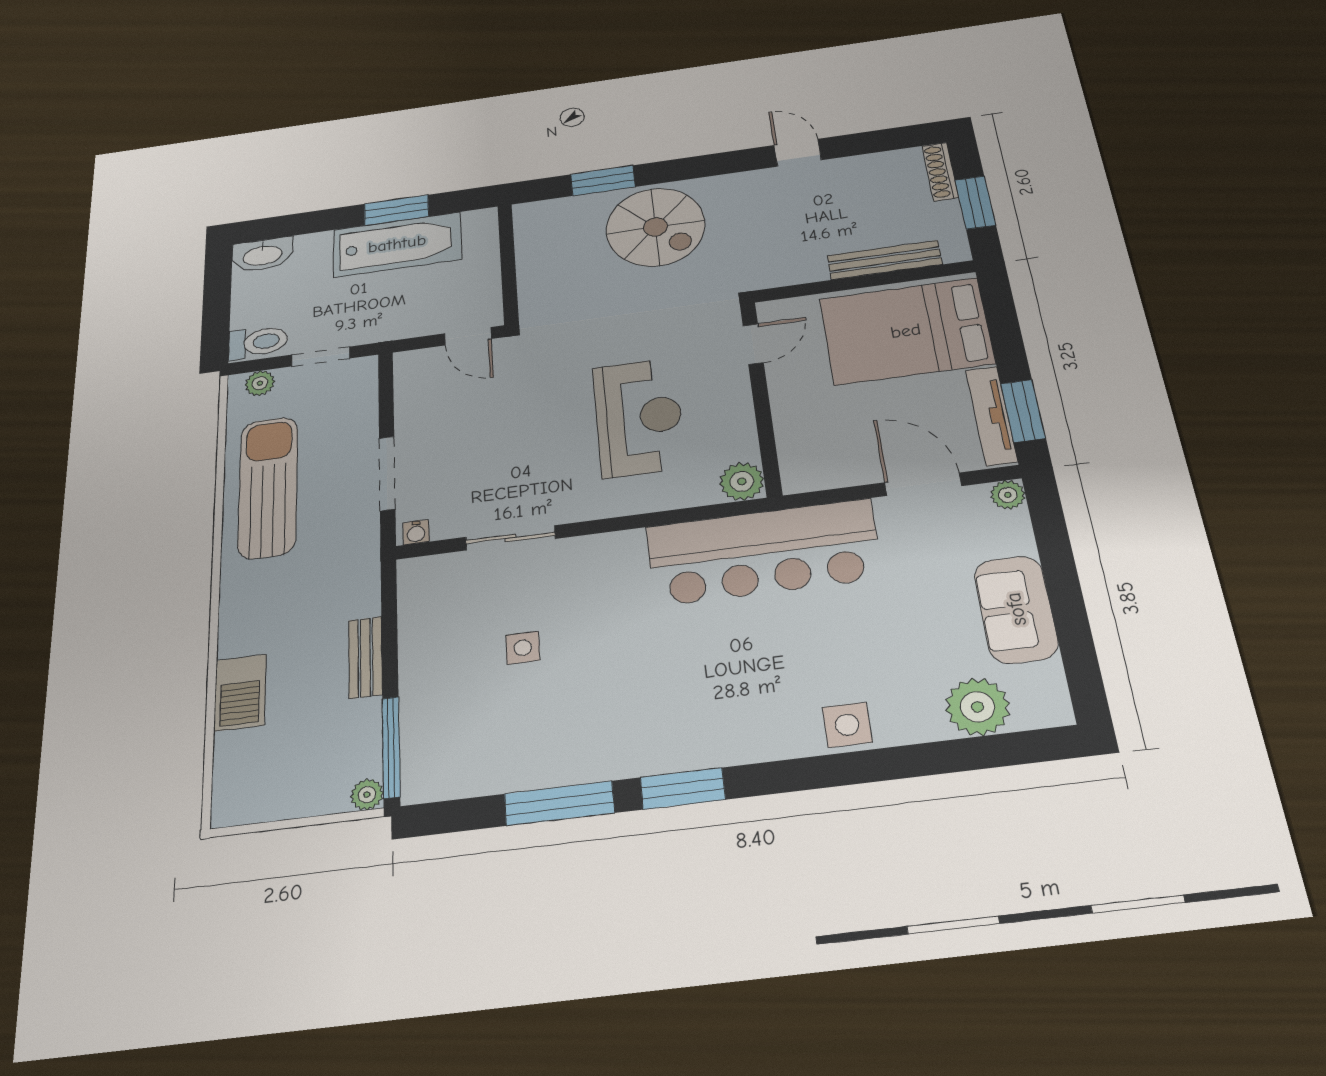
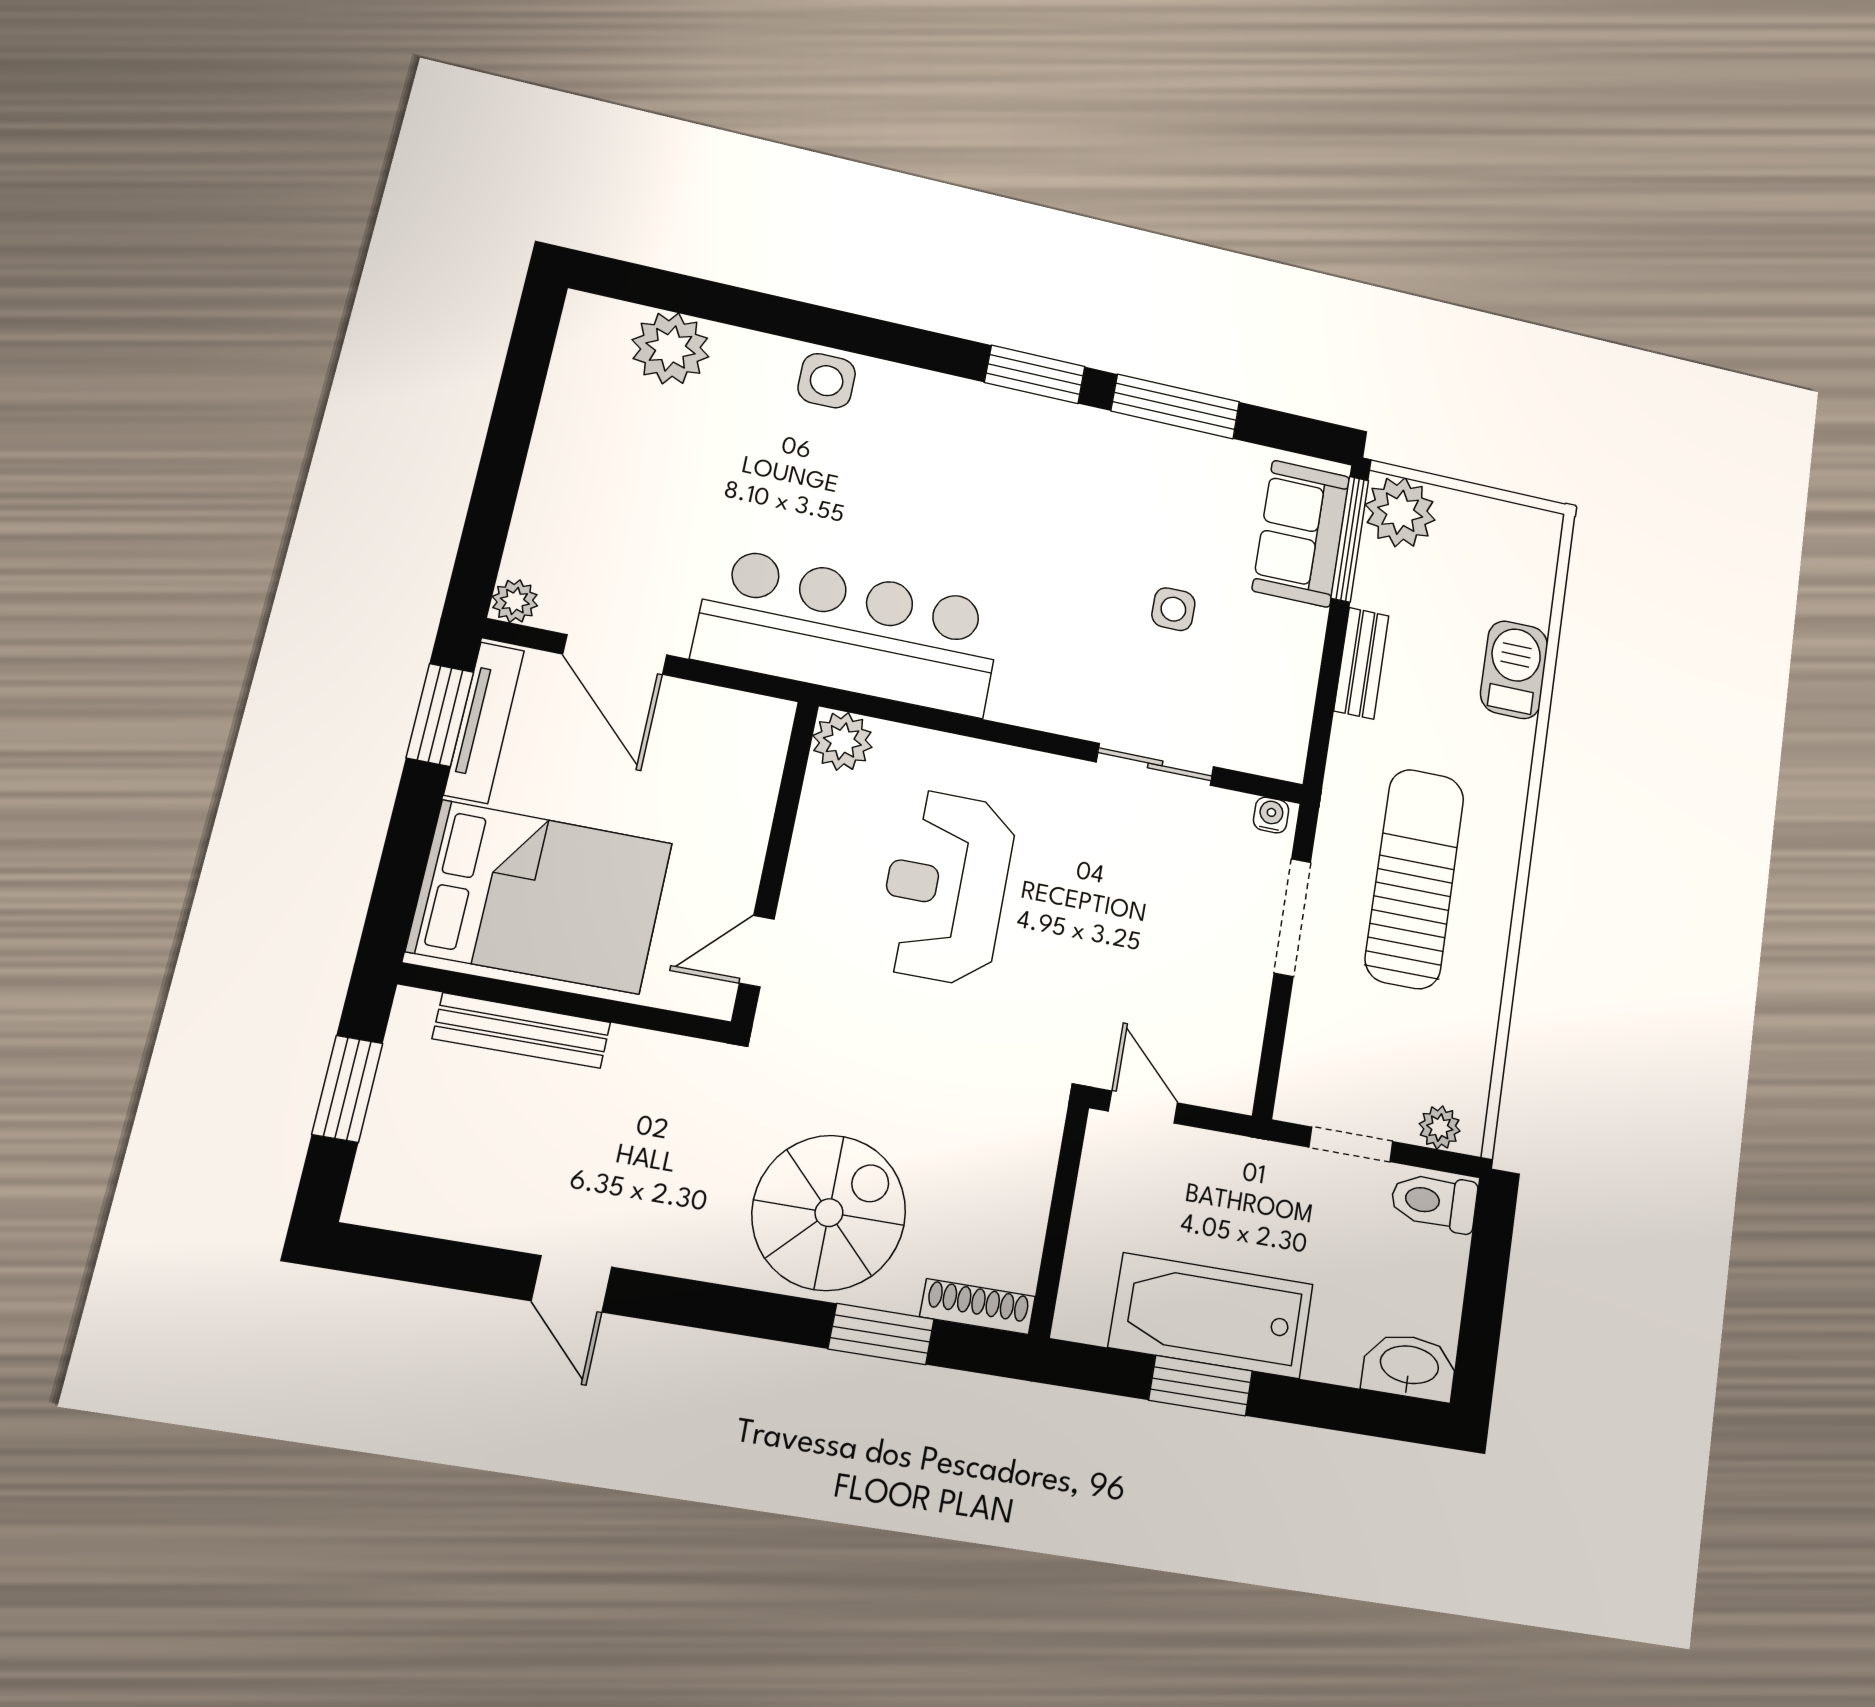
shoe rack: (940, 172) -> (978, 1307), moved, turned -90
spiral stairs: (656, 227) -> (829, 1213), turned 90
sun lounger: (268, 487) -> (1415, 878), moved, turned 180
sofa: (1016, 609) -> (1301, 534), moved, turned 180
plant: (367, 795) -> (1400, 512), width x1.88, depth x1.88

